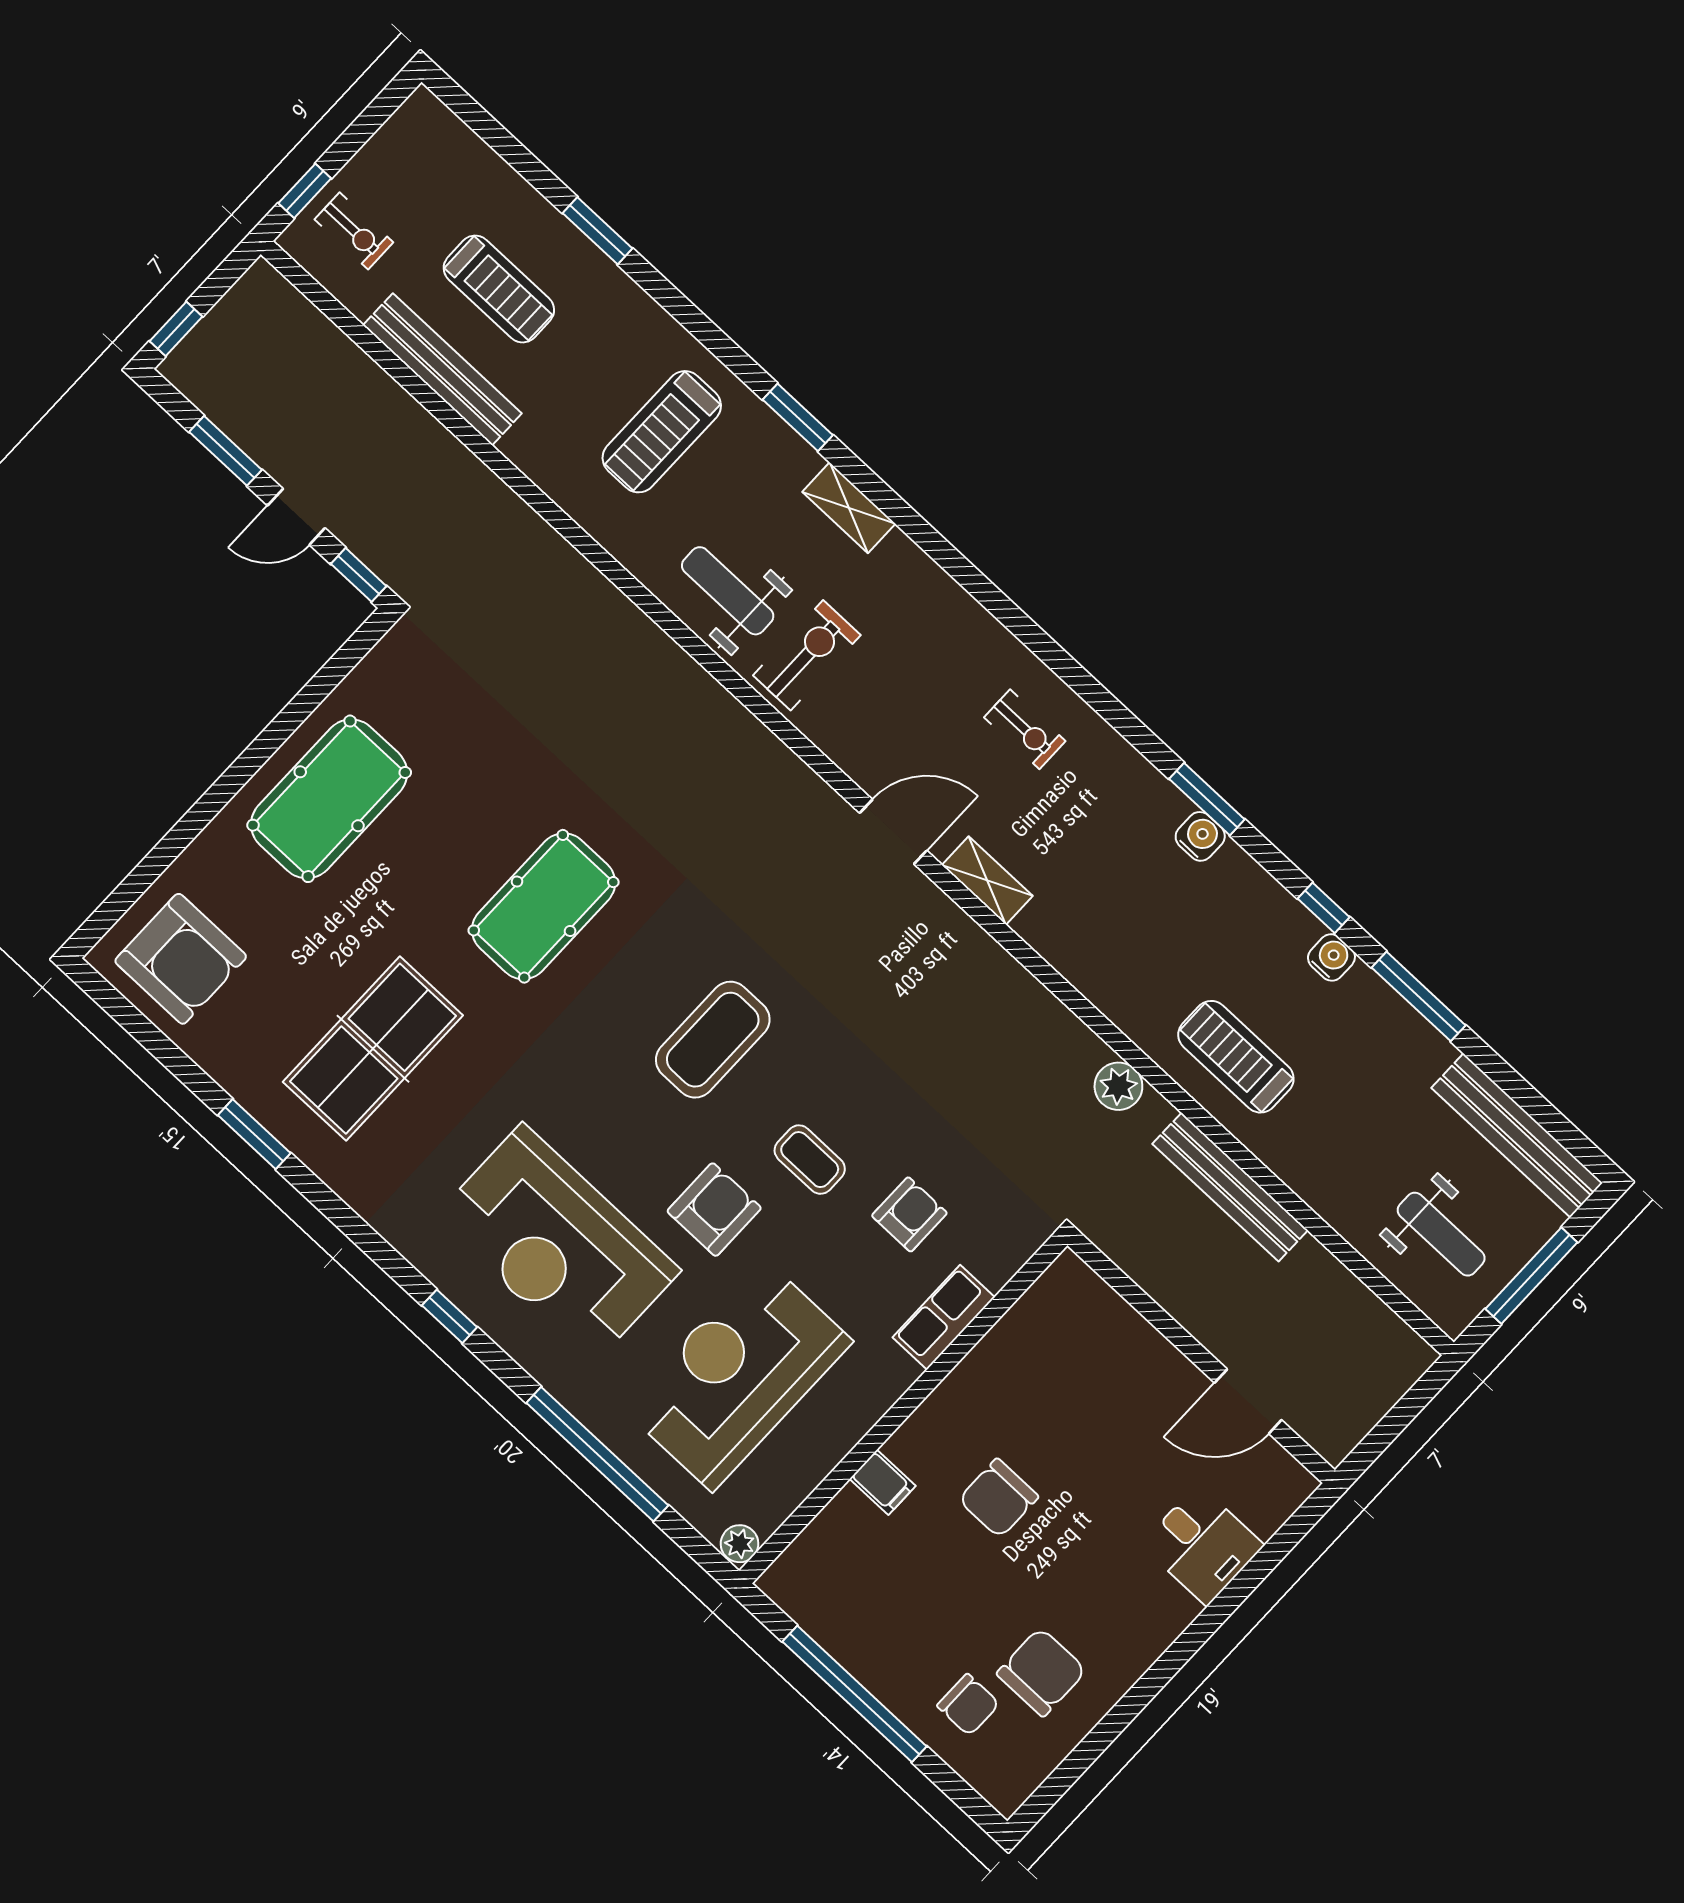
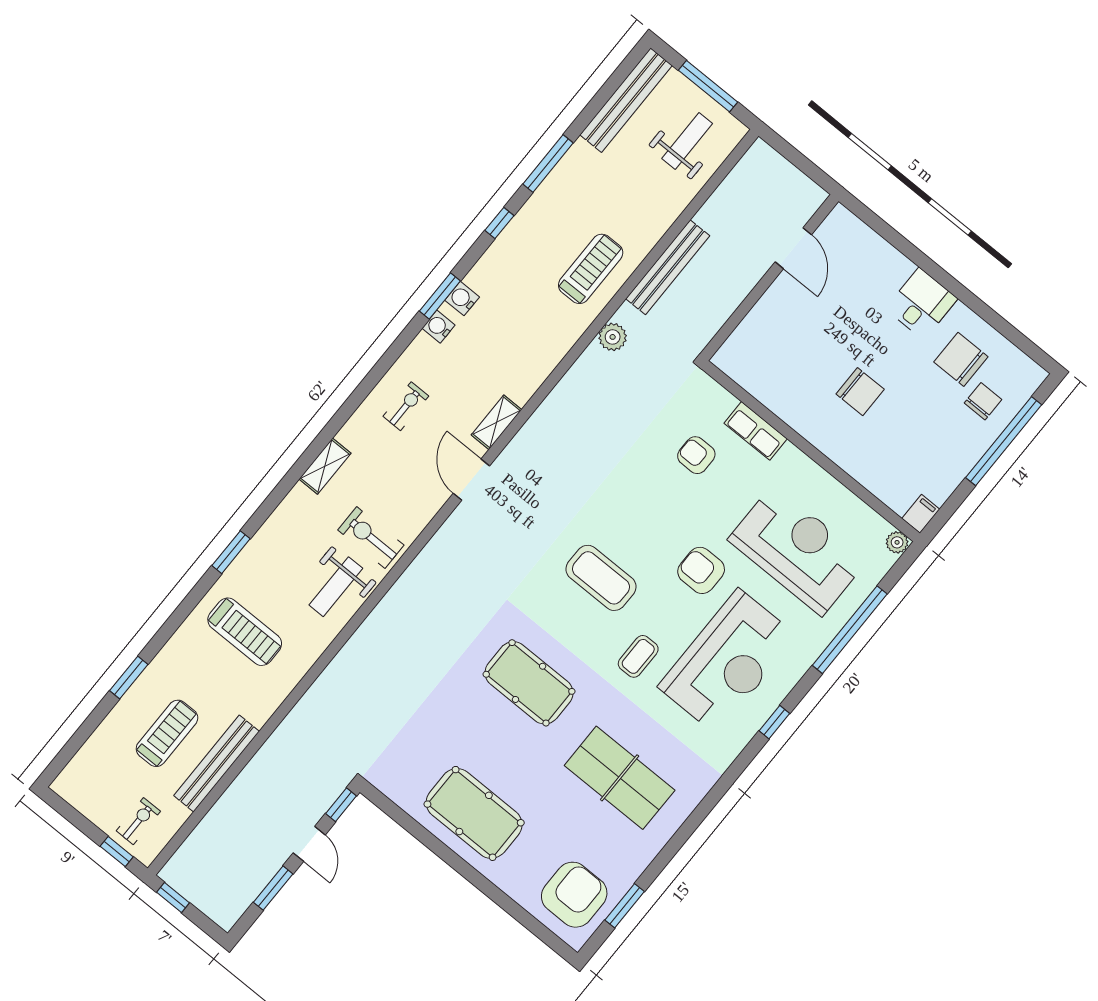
window: (176, 329) -> (173, 898), moved
shelving: (849, 508) -> (325, 466), moved
water cooler: (1331, 957) -> (439, 327), moved
treadmill: (1236, 1057) -> (591, 269), turned 180
window: (254, 1134) -> (625, 906), moved
coffee table: (810, 1160) -> (638, 656), moved
reception desk: (738, 1375) -> (798, 550), turned 180
filing cabinet: (883, 1482) -> (921, 514), moved
desk: (1202, 1545) -> (921, 304), moved
window: (855, 1694) -> (1004, 441), moved

